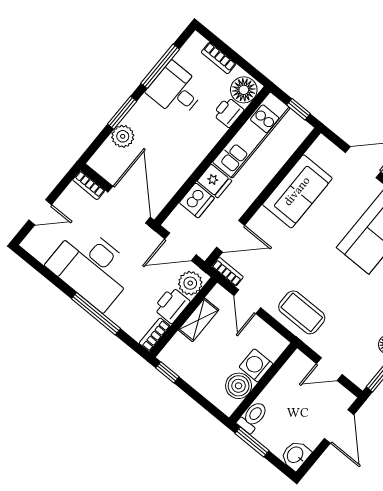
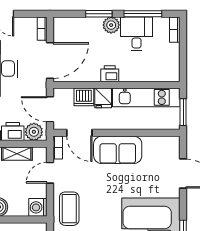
bookcase: (219, 58) -> (175, 30), moved
floor lamp: (244, 90) -> (168, 72), removed
window: (299, 109) -> (183, 112), width x1.50
printer: (228, 112) -> (110, 74), moved
plant: (123, 136) -> (111, 25), moved
sofa: (297, 191) -> (118, 150), moved
washing machine: (256, 365) -> (38, 207), moved, turned -90

